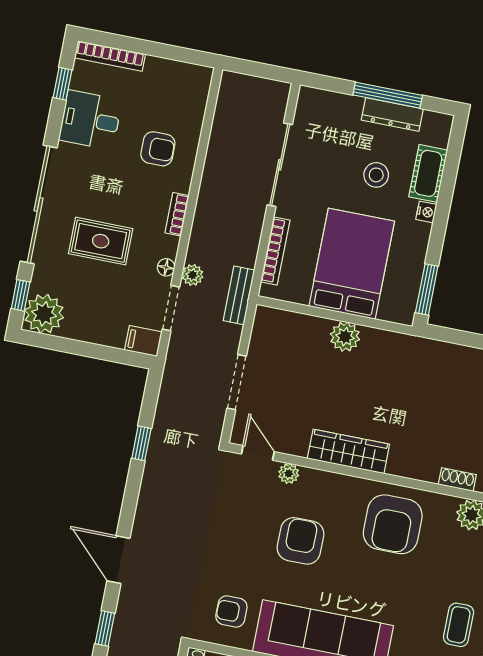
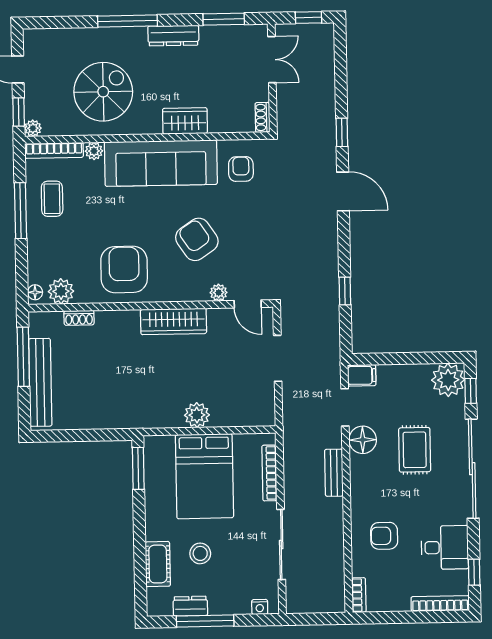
dresser: (392, 114) -> (190, 606), width x0.70
nightstand: (426, 212) -> (260, 607), moved, turned -90
bookcase: (177, 214) -> (359, 595), moved
rug: (101, 241) -> (415, 450), turned 90
floor lamp: (166, 267) -> (363, 440), width x1.89, depth x1.89
plant: (192, 275) -> (333, 438), removed
bench: (239, 295) -> (334, 473), moved
armchair: (300, 541) -> (197, 239), turned 146
armchair: (231, 612) -> (241, 169), turned -90

